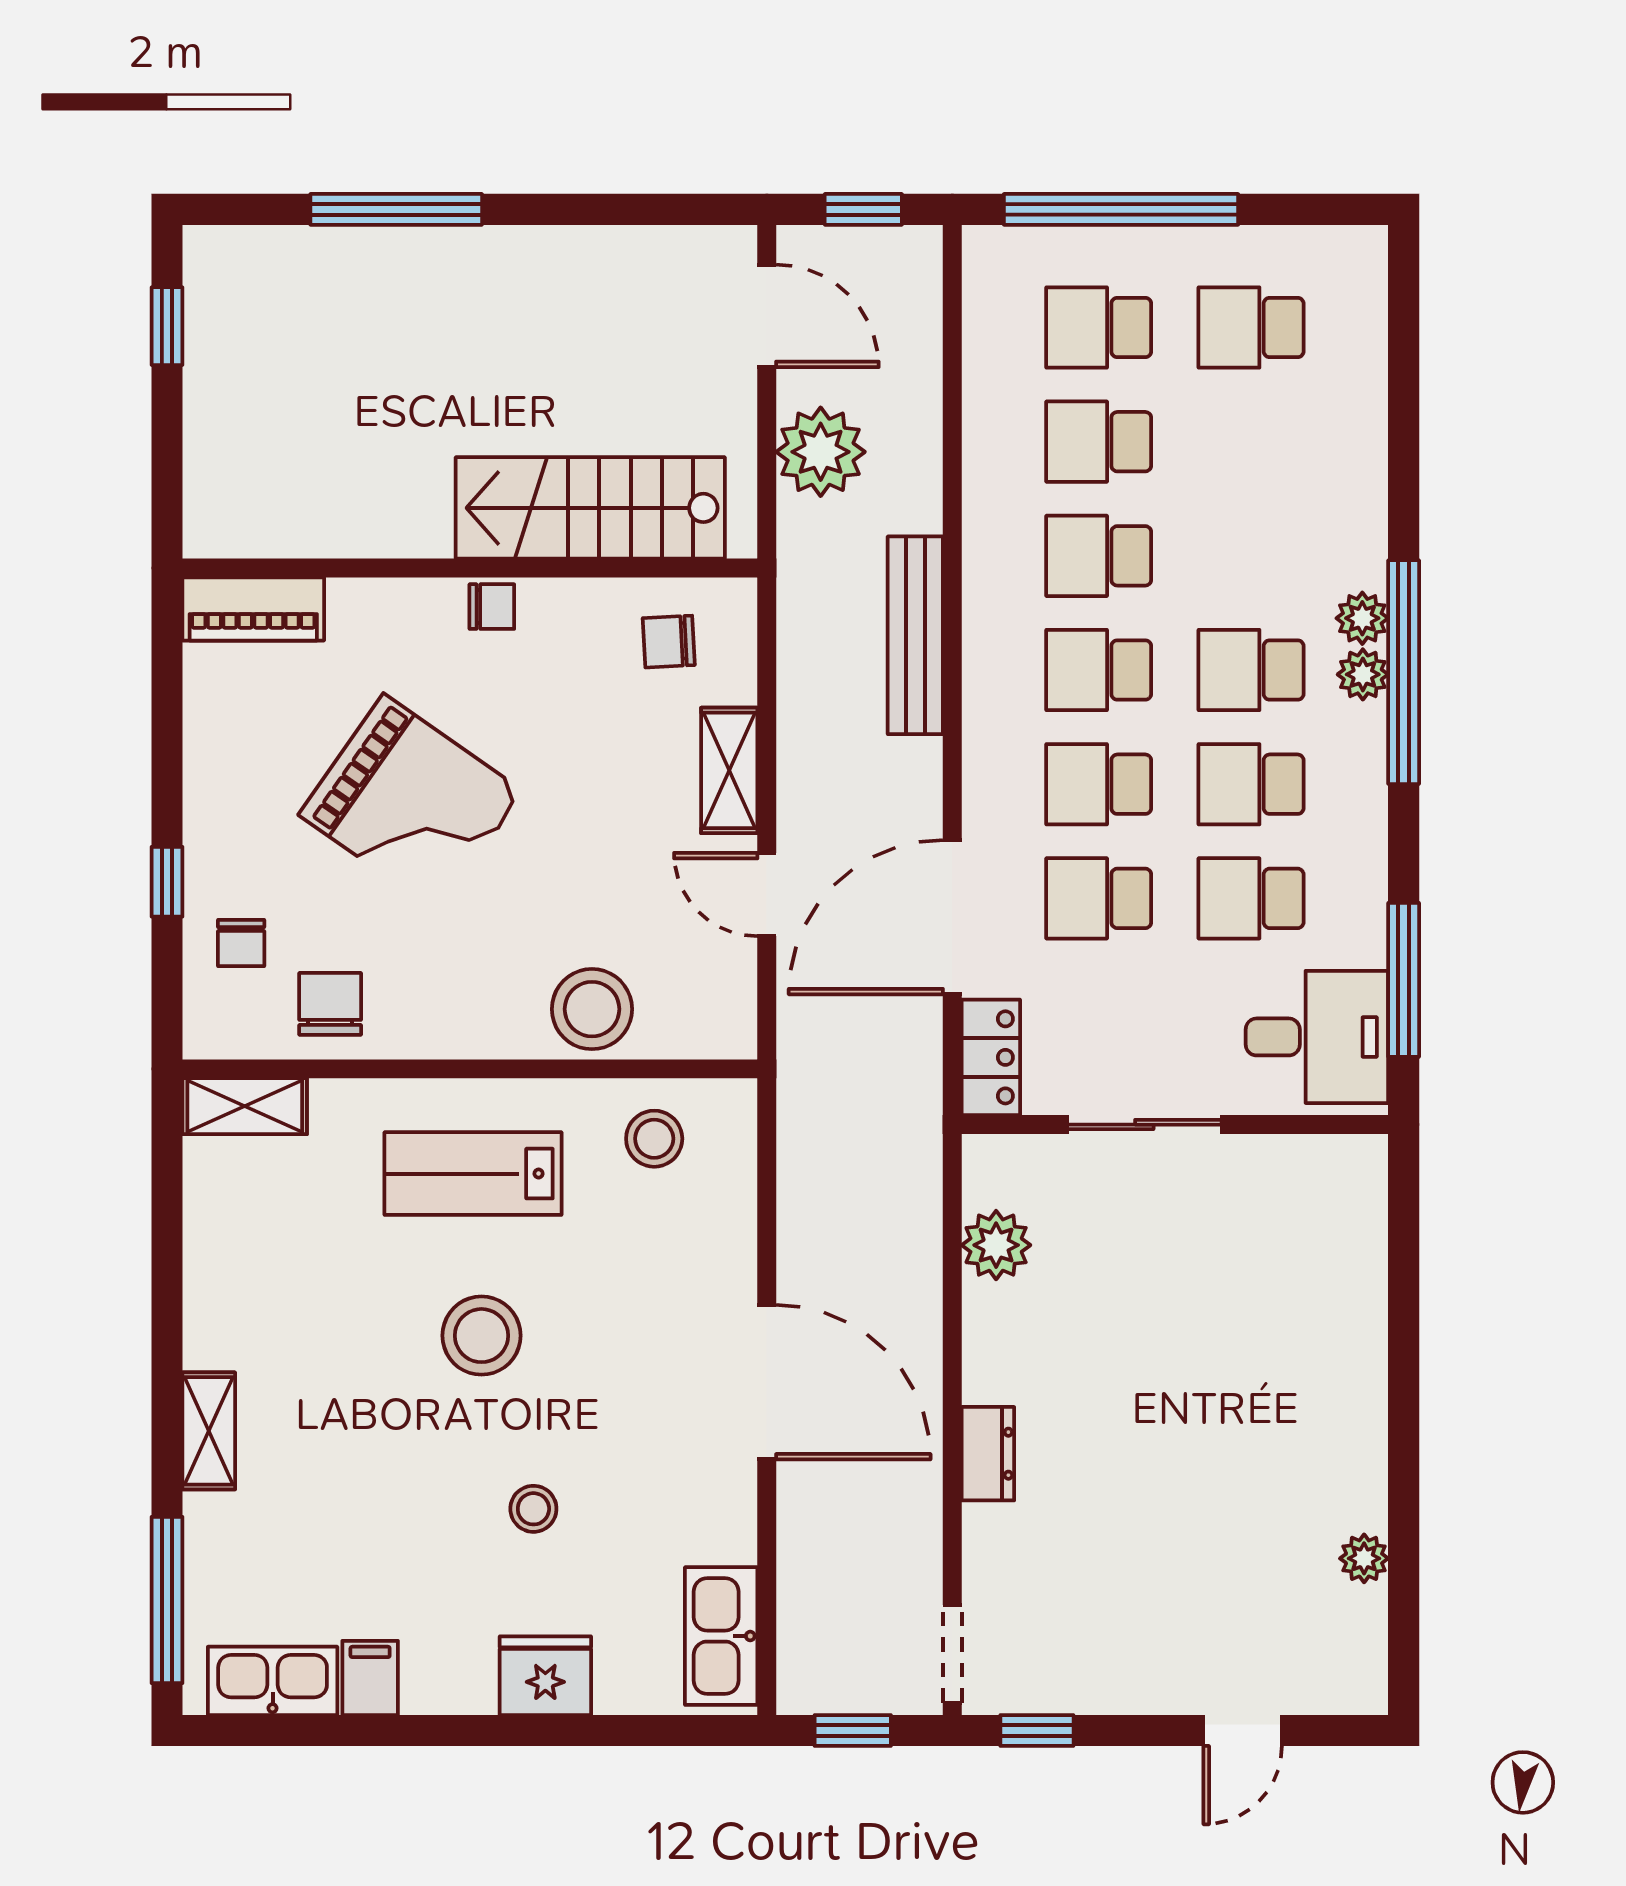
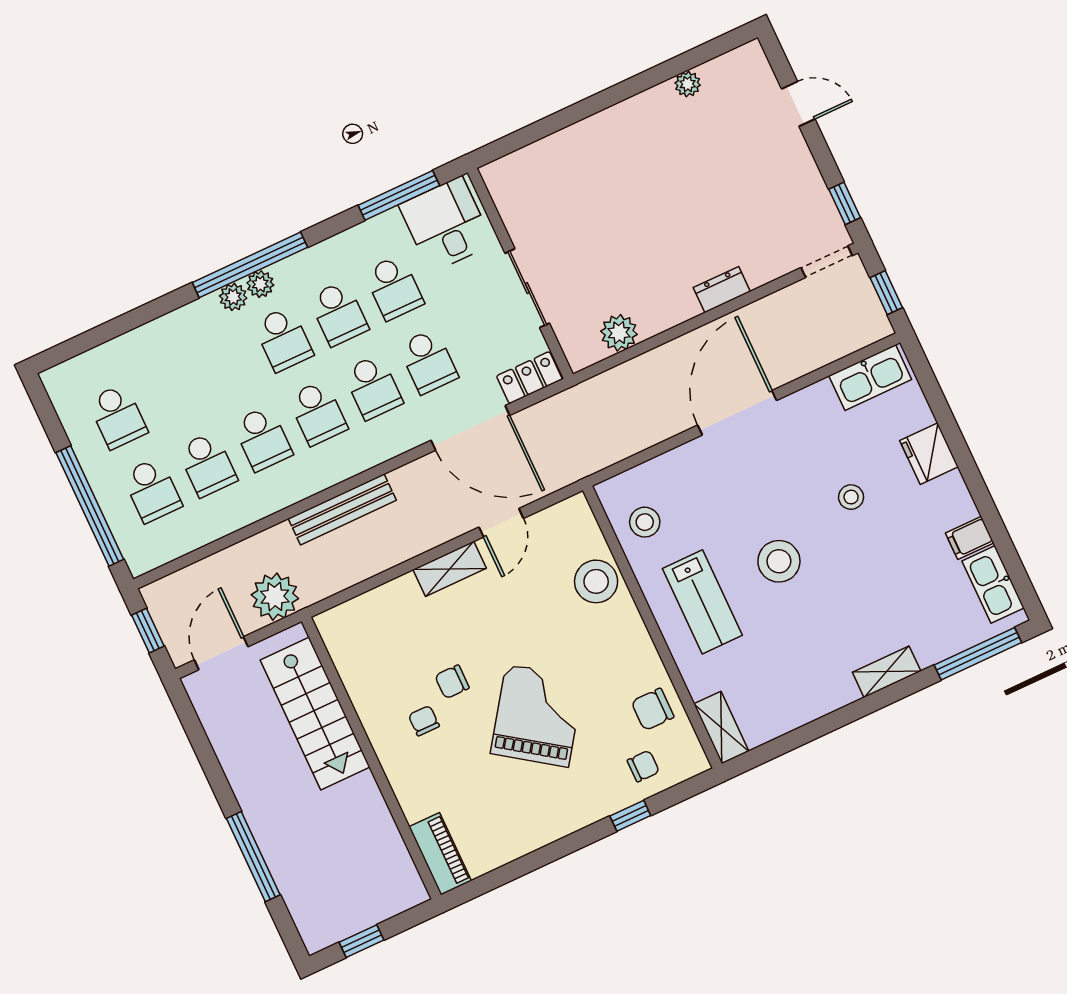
stairs: (590, 508) -> (315, 713), moved
wall: (470, 568) -> (371, 758), moved
piano: (253, 609) -> (440, 854), moved
chair: (669, 642) -> (452, 682), moved, turned 93

